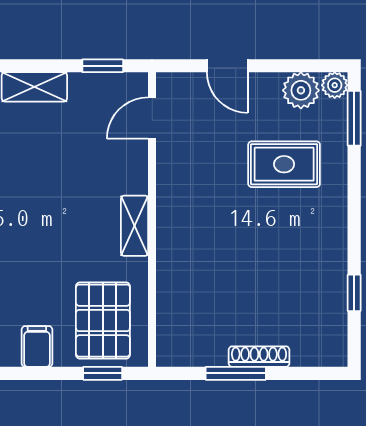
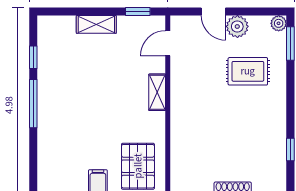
plant: (301, 90) -> (237, 26), moved
shelving: (135, 226) -> (157, 92), moved

